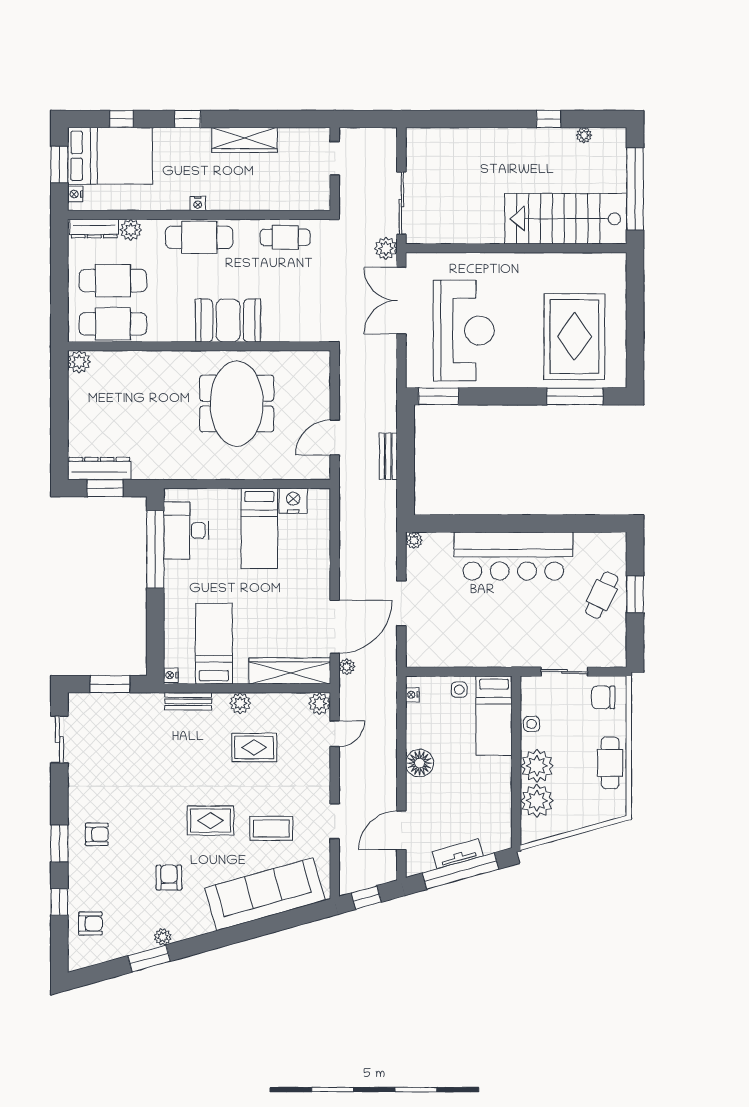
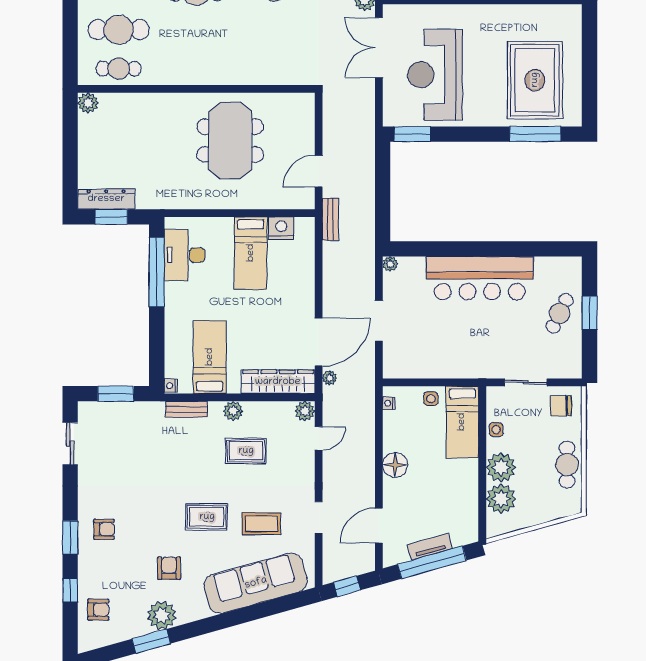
booth: (228, 320) -> (222, 66), removed
cafe table: (113, 324) -> (119, 69), width x0.73, depth x0.74
reception desk: (464, 331) -> (435, 75), turned 180
bench: (388, 456) -> (330, 219), moved
plant: (163, 937) -> (162, 615), width x1.88, depth x1.88

